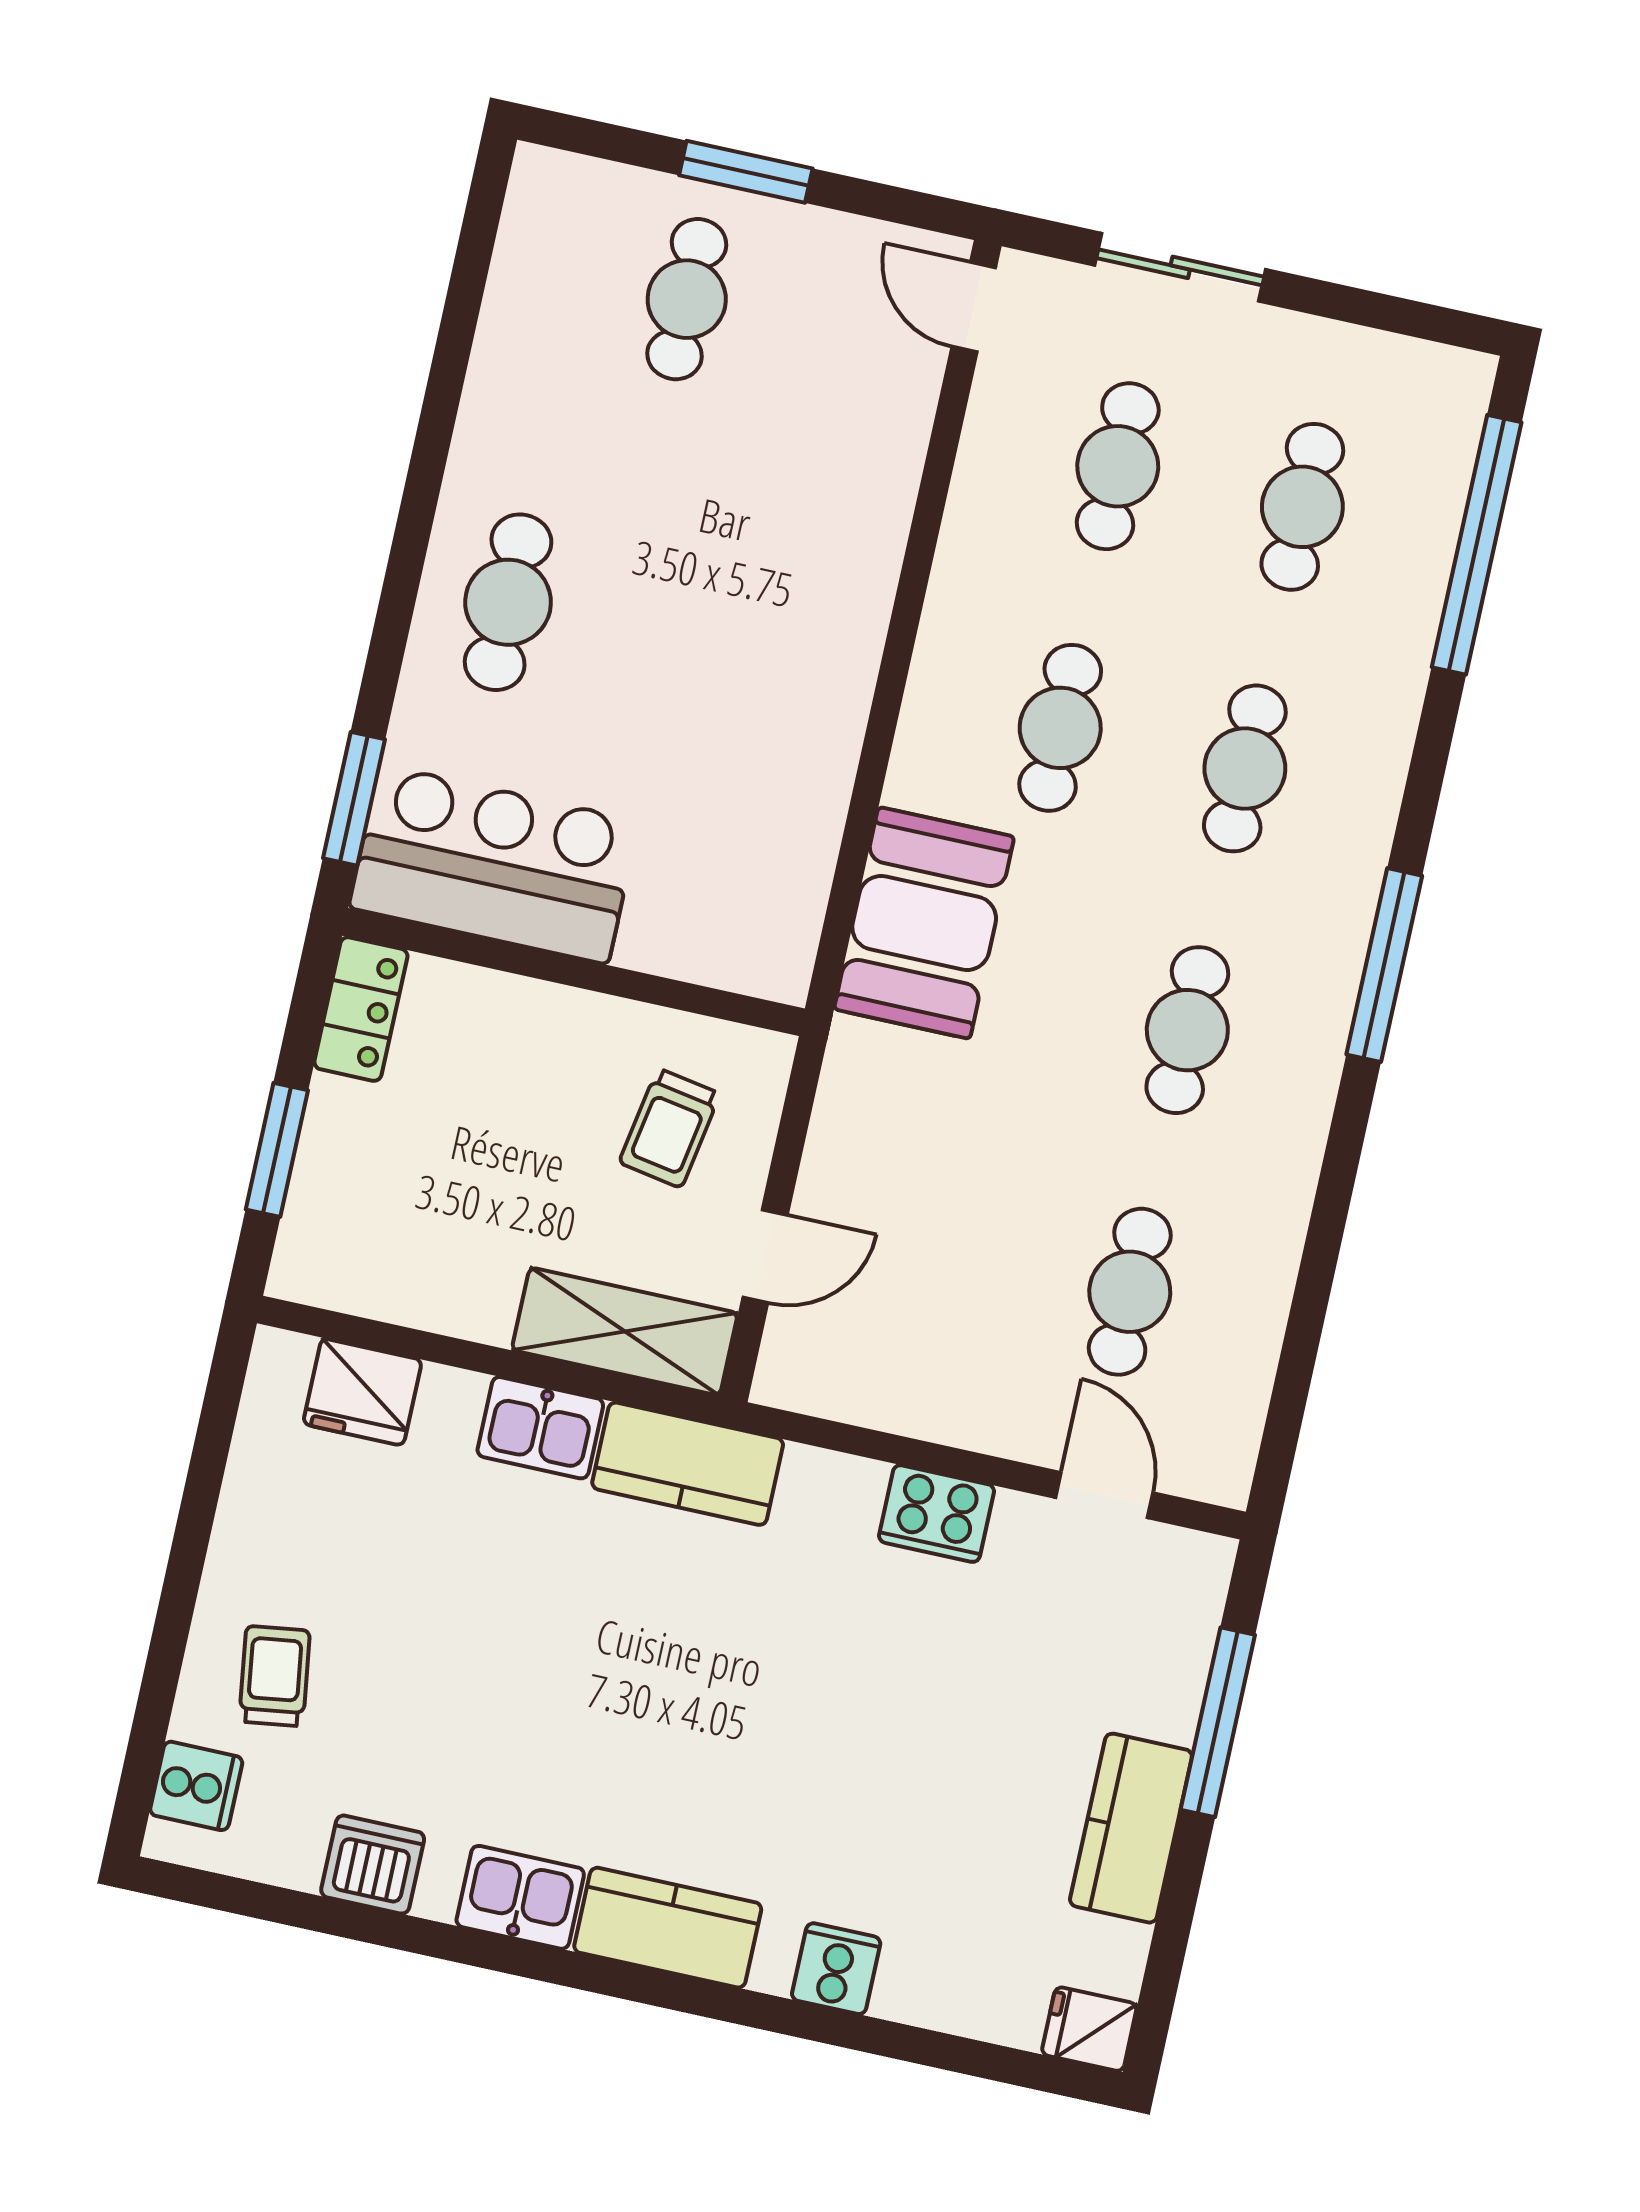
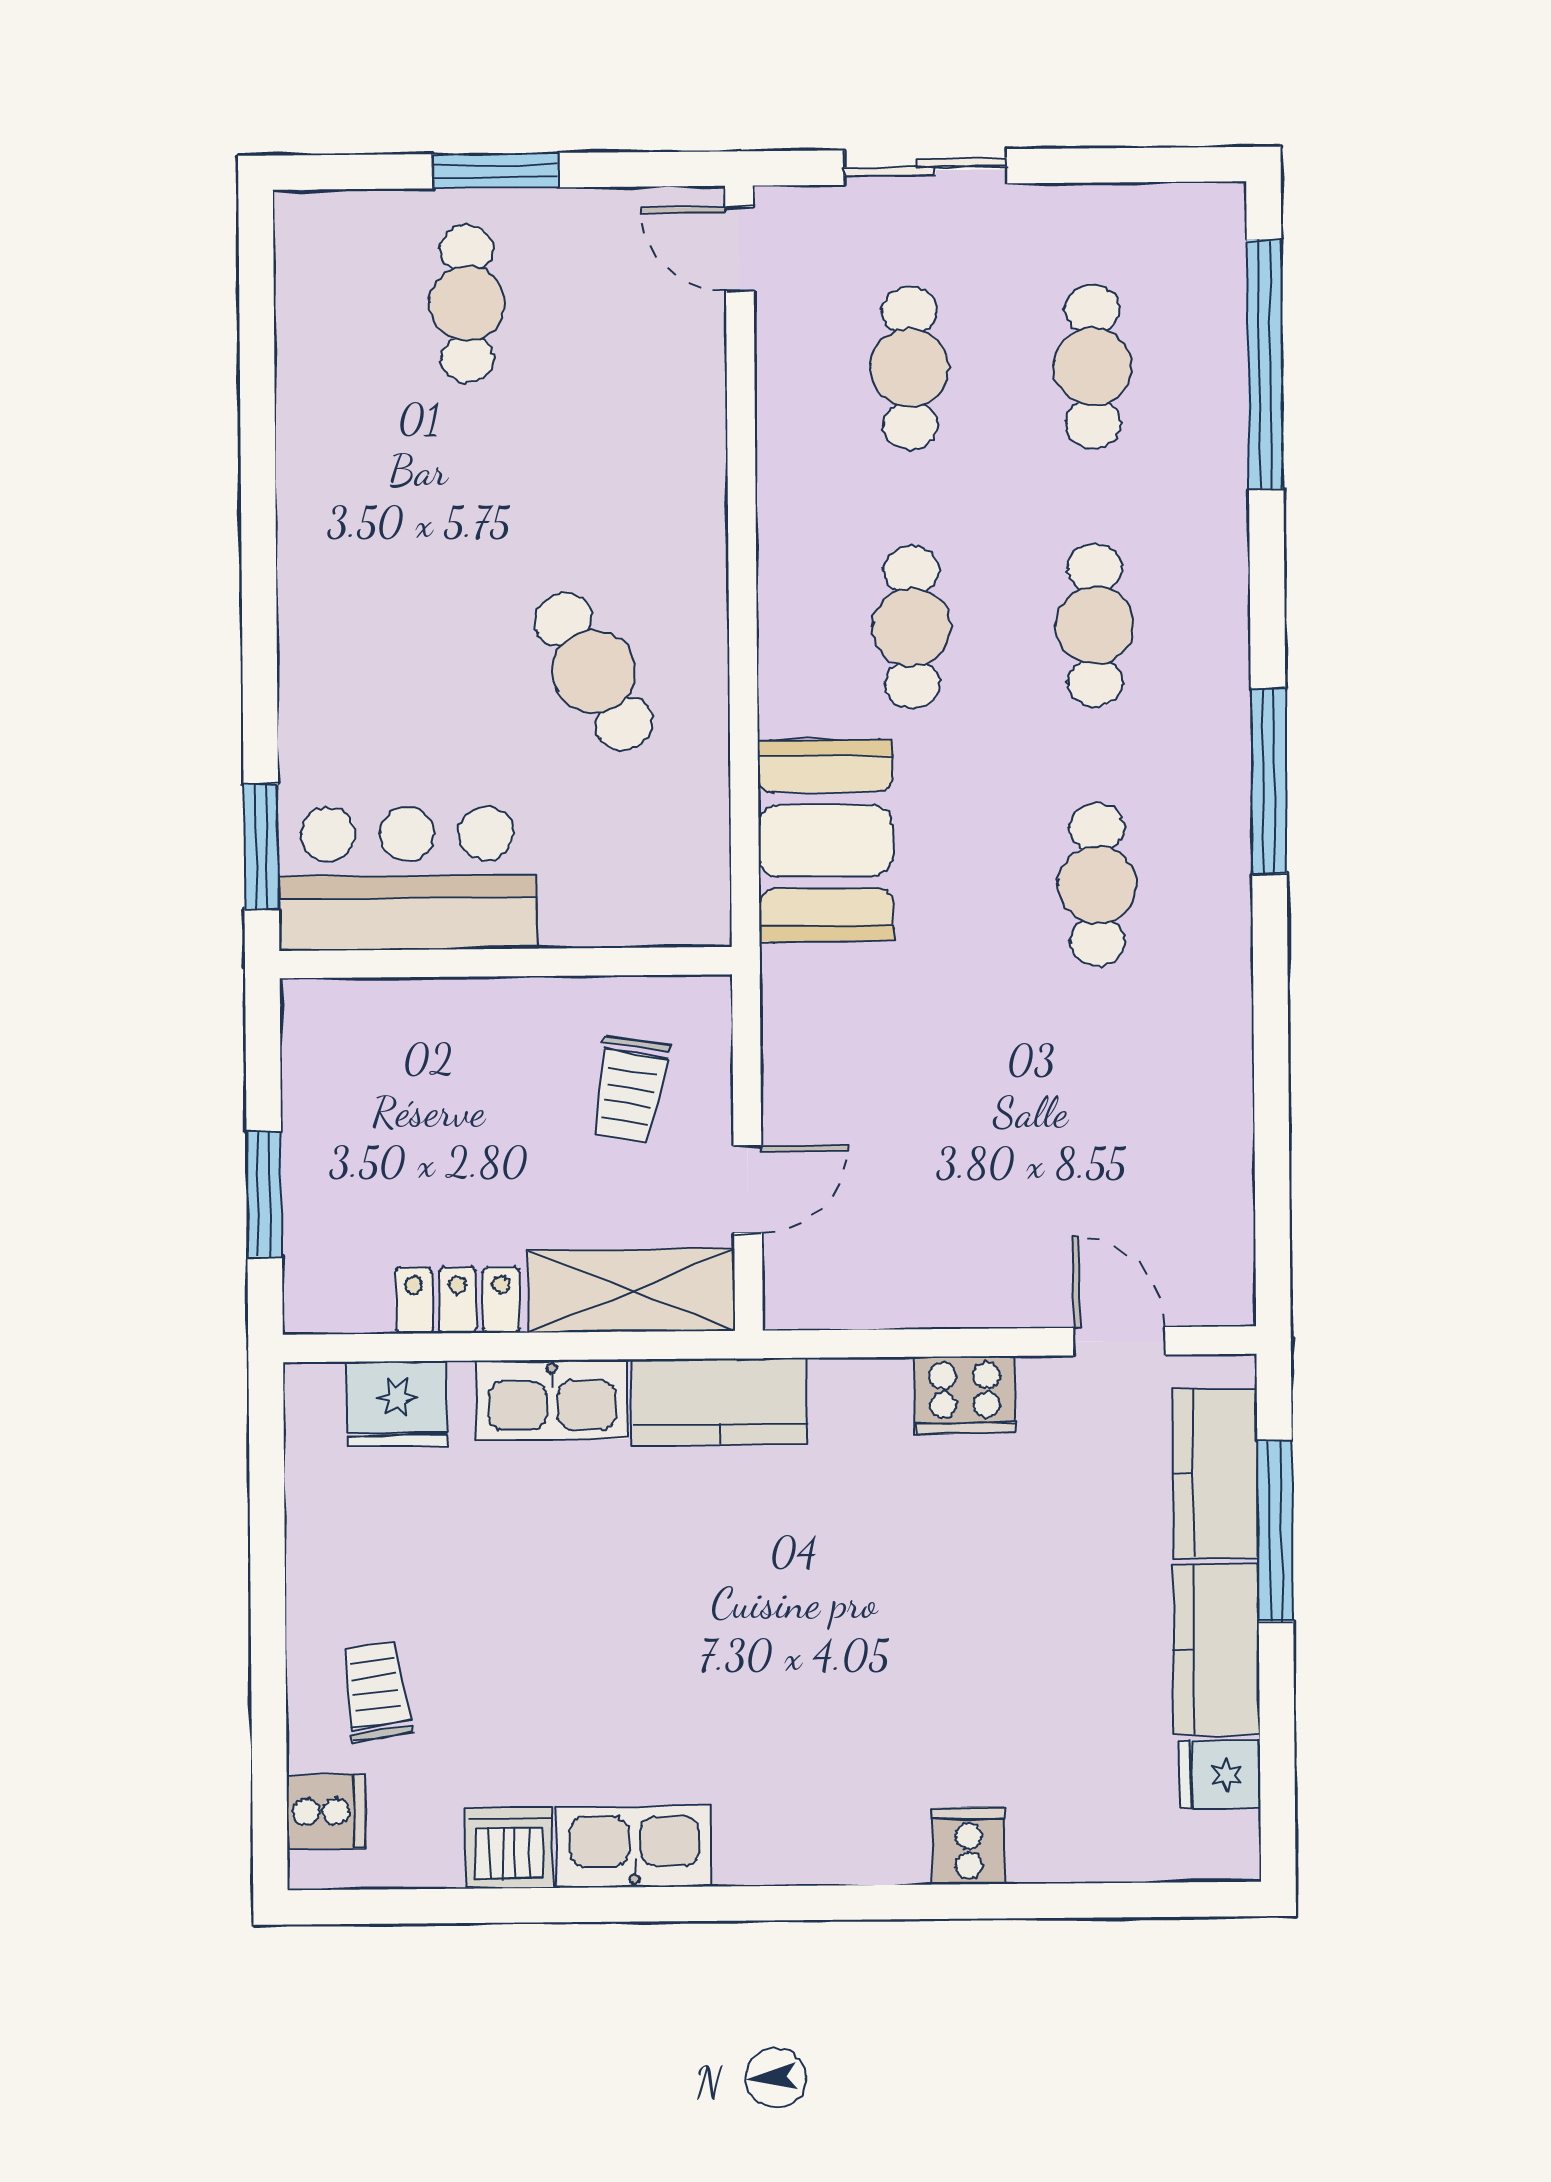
cafe table: (508, 602) -> (594, 672), moved, turned -30
locker: (361, 1009) -> (458, 1300), moved, turned -90
cafe table: (1130, 1292) -> (1099, 1144), removed
kitchen sink: (540, 1428) -> (552, 1400), width x1.38
kitchen sink: (520, 1897) -> (634, 1847), width x1.38
kitchen counter: (668, 1928) -> (1215, 1474), moved, turned -90
fridge: (1089, 2029) -> (1220, 1775), moved

